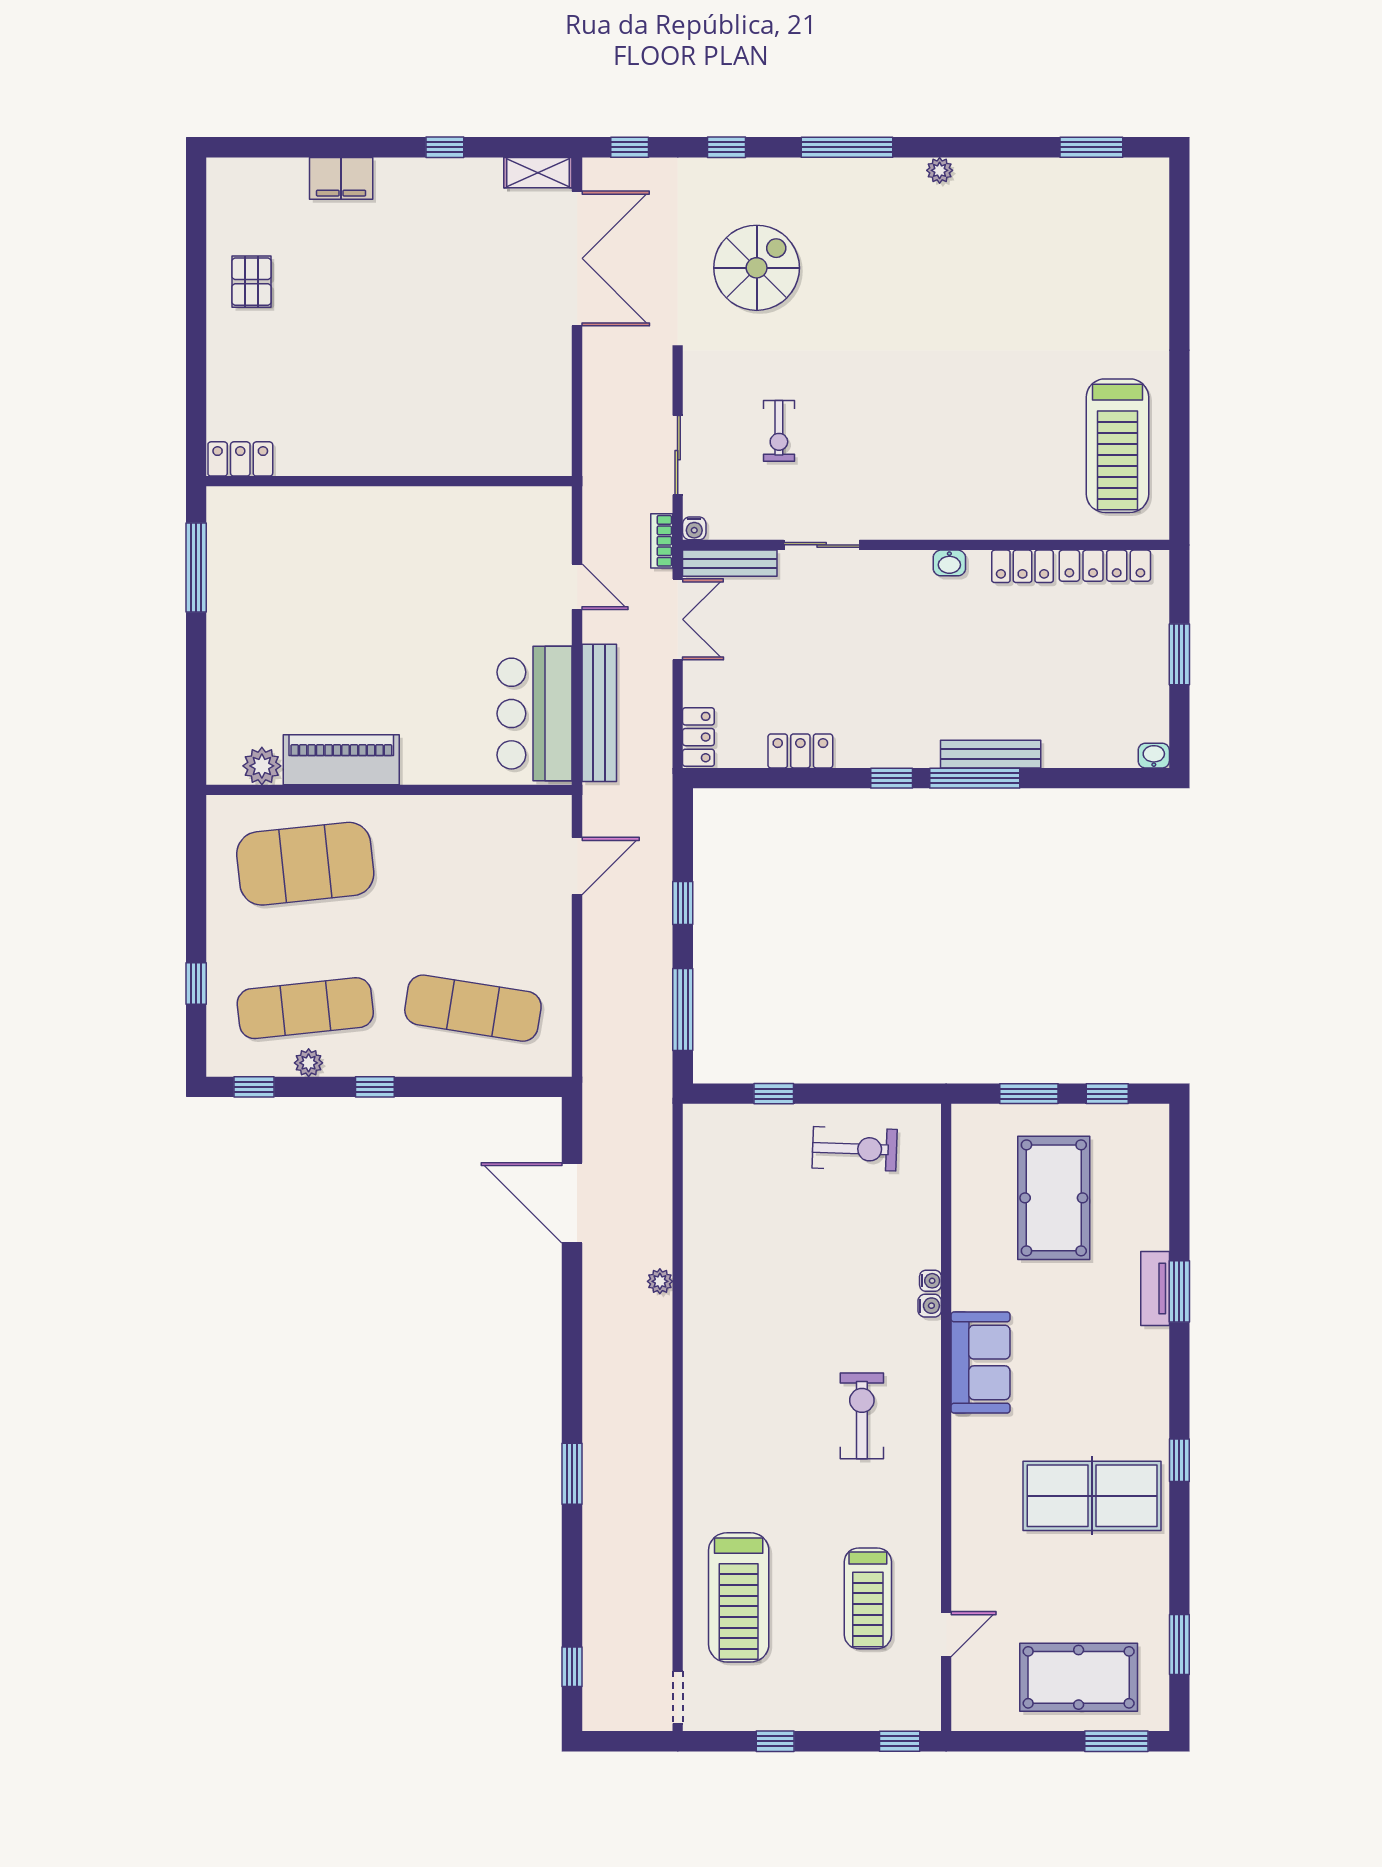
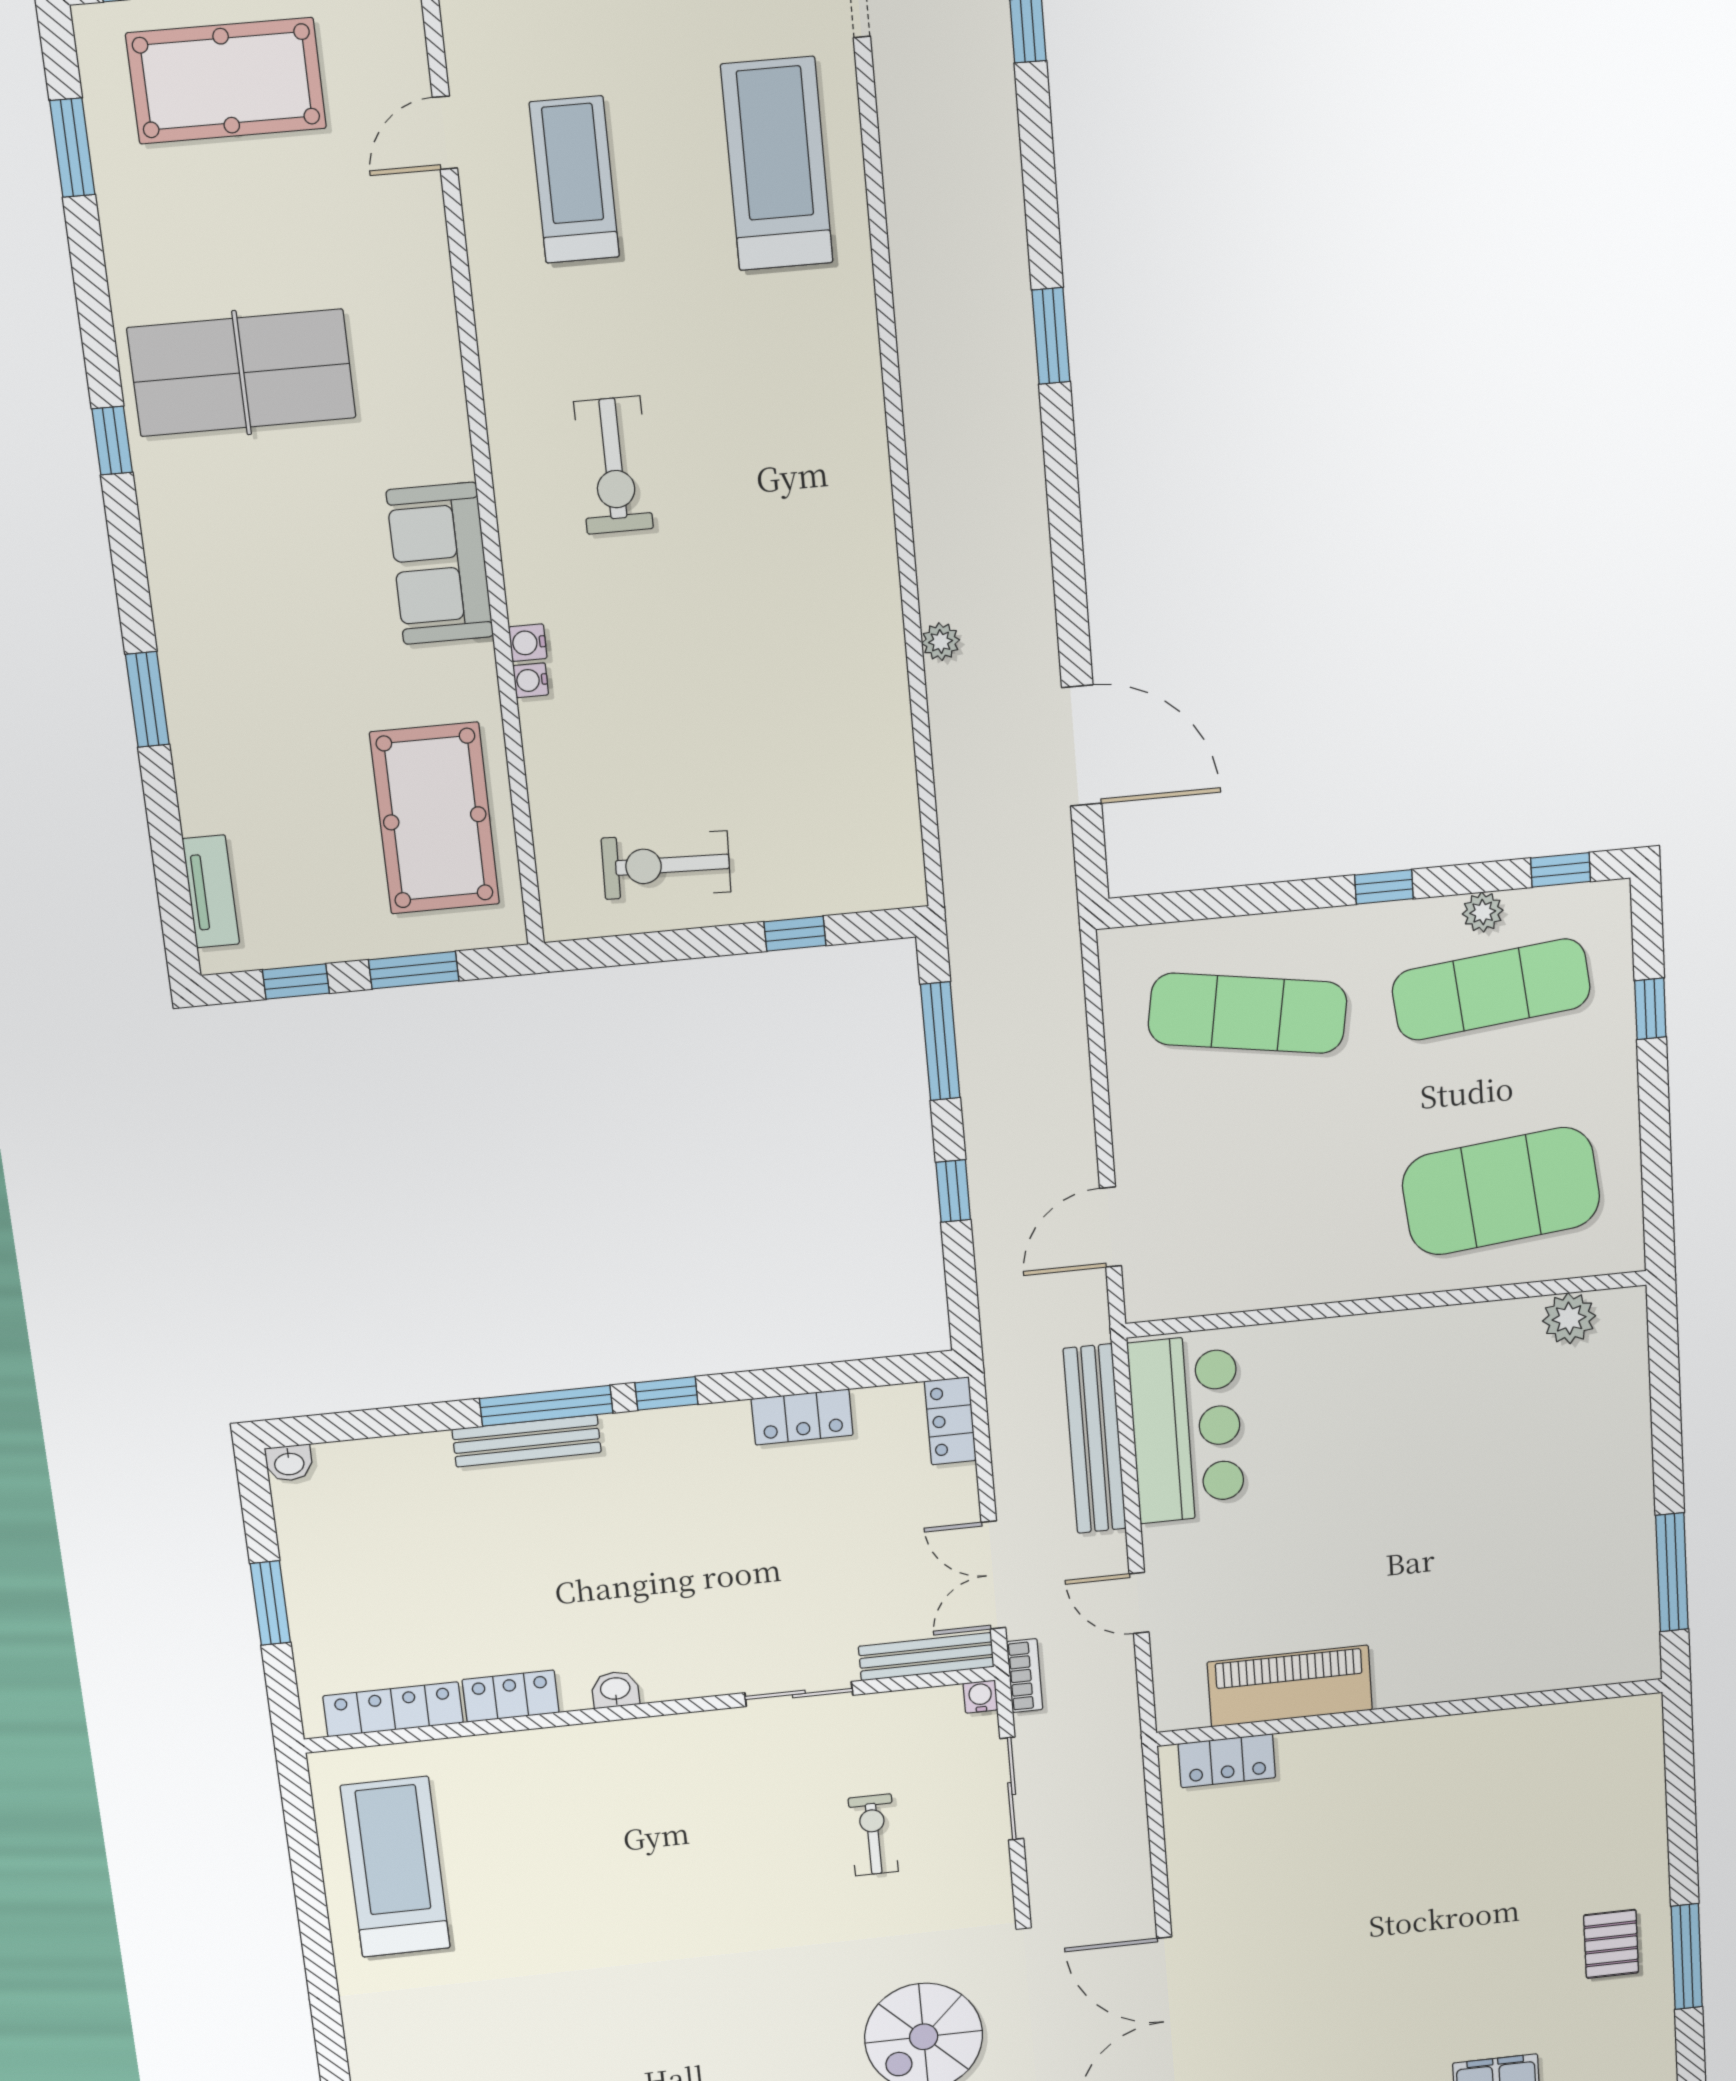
window: (196, 265) -> (1687, 1957), added
locker: (240, 459) -> (1227, 1761), moved
piano: (341, 760) -> (1290, 1686), moved, turned 180
pool table: (1054, 1198) -> (435, 818), moved
tv unit: (1155, 1289) -> (211, 891), moved

